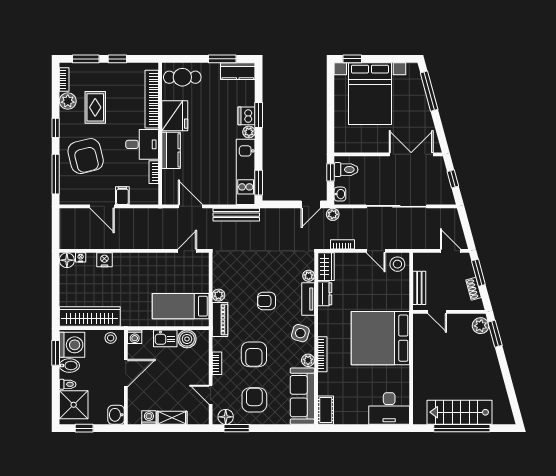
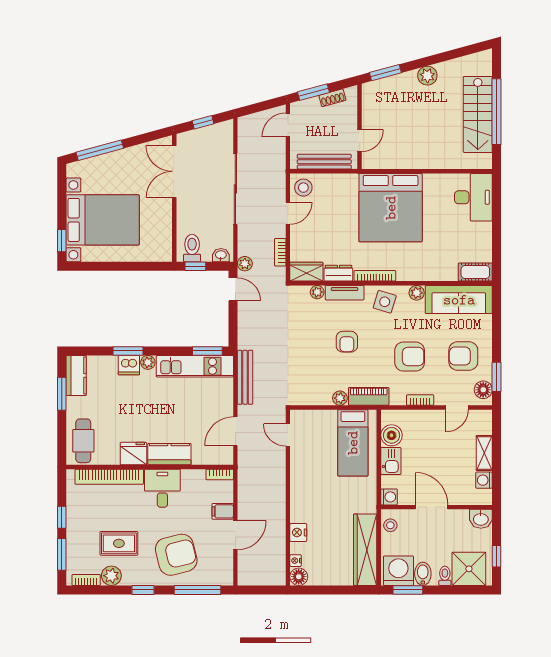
fridge: (175, 116) -> (133, 454), width x0.73, depth x0.75
bookcase: (154, 172) -> (220, 474), moved
bench: (419, 288) -> (324, 162), width x1.36
plant: (481, 326) -> (427, 76), moved
bookcase: (322, 354) -> (375, 276), moved

